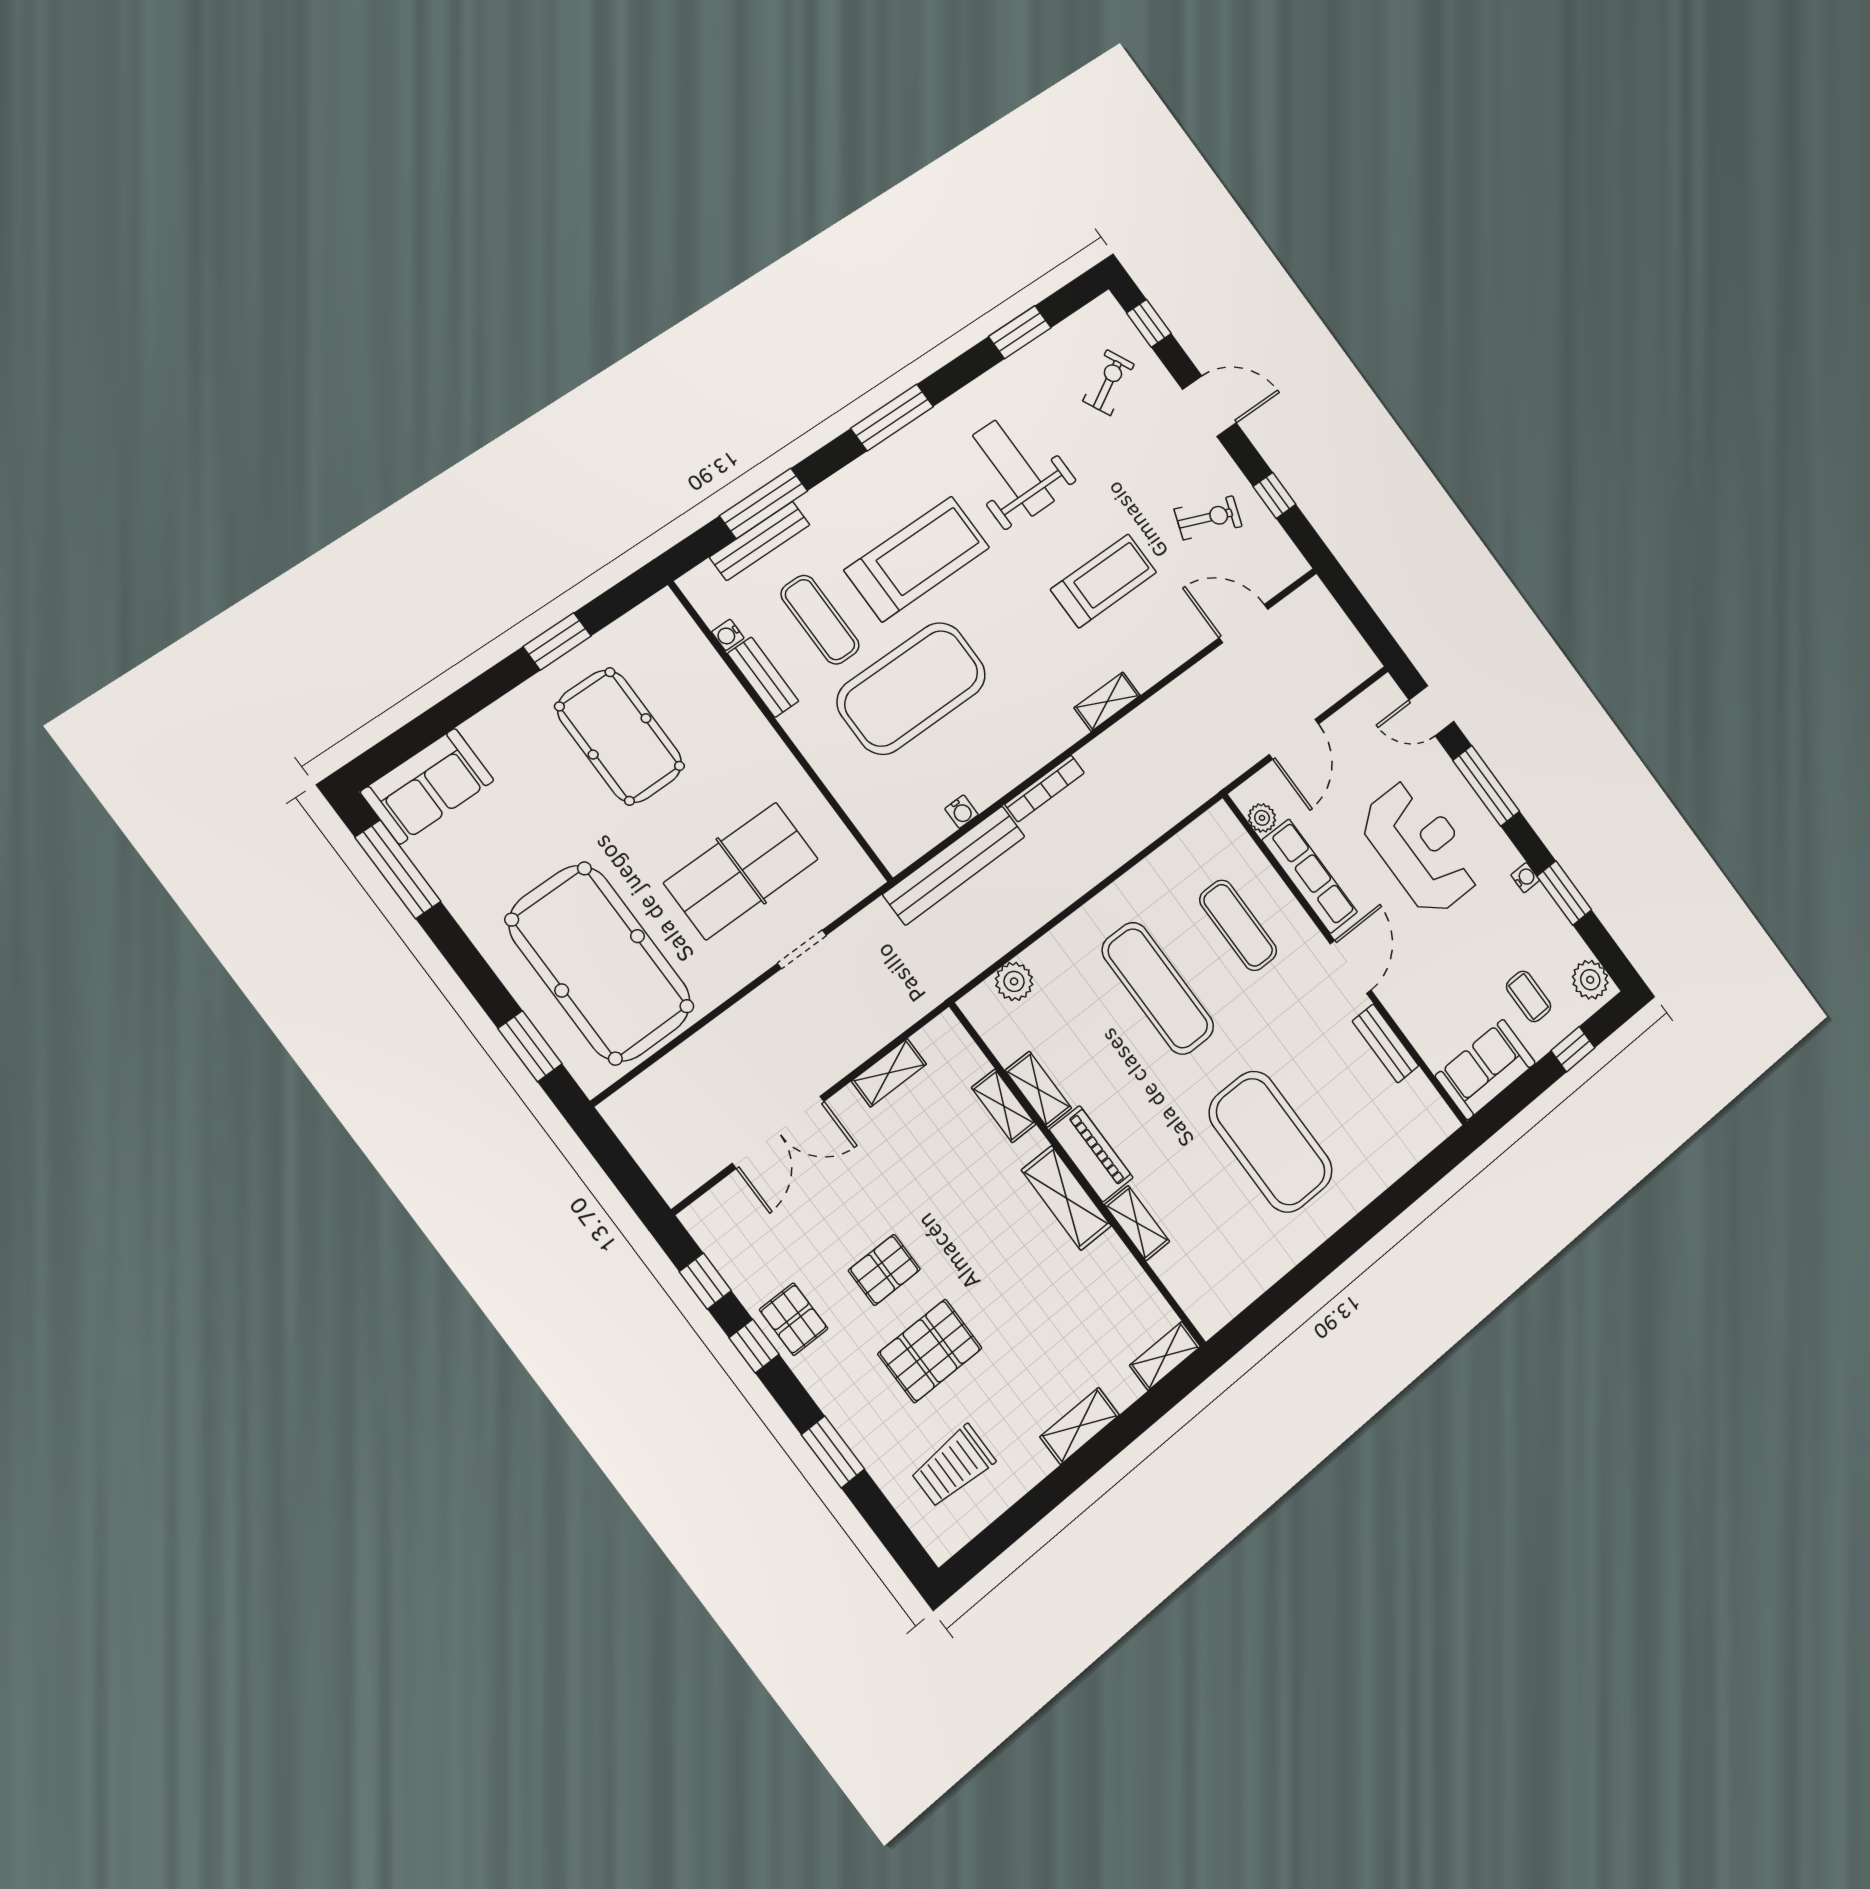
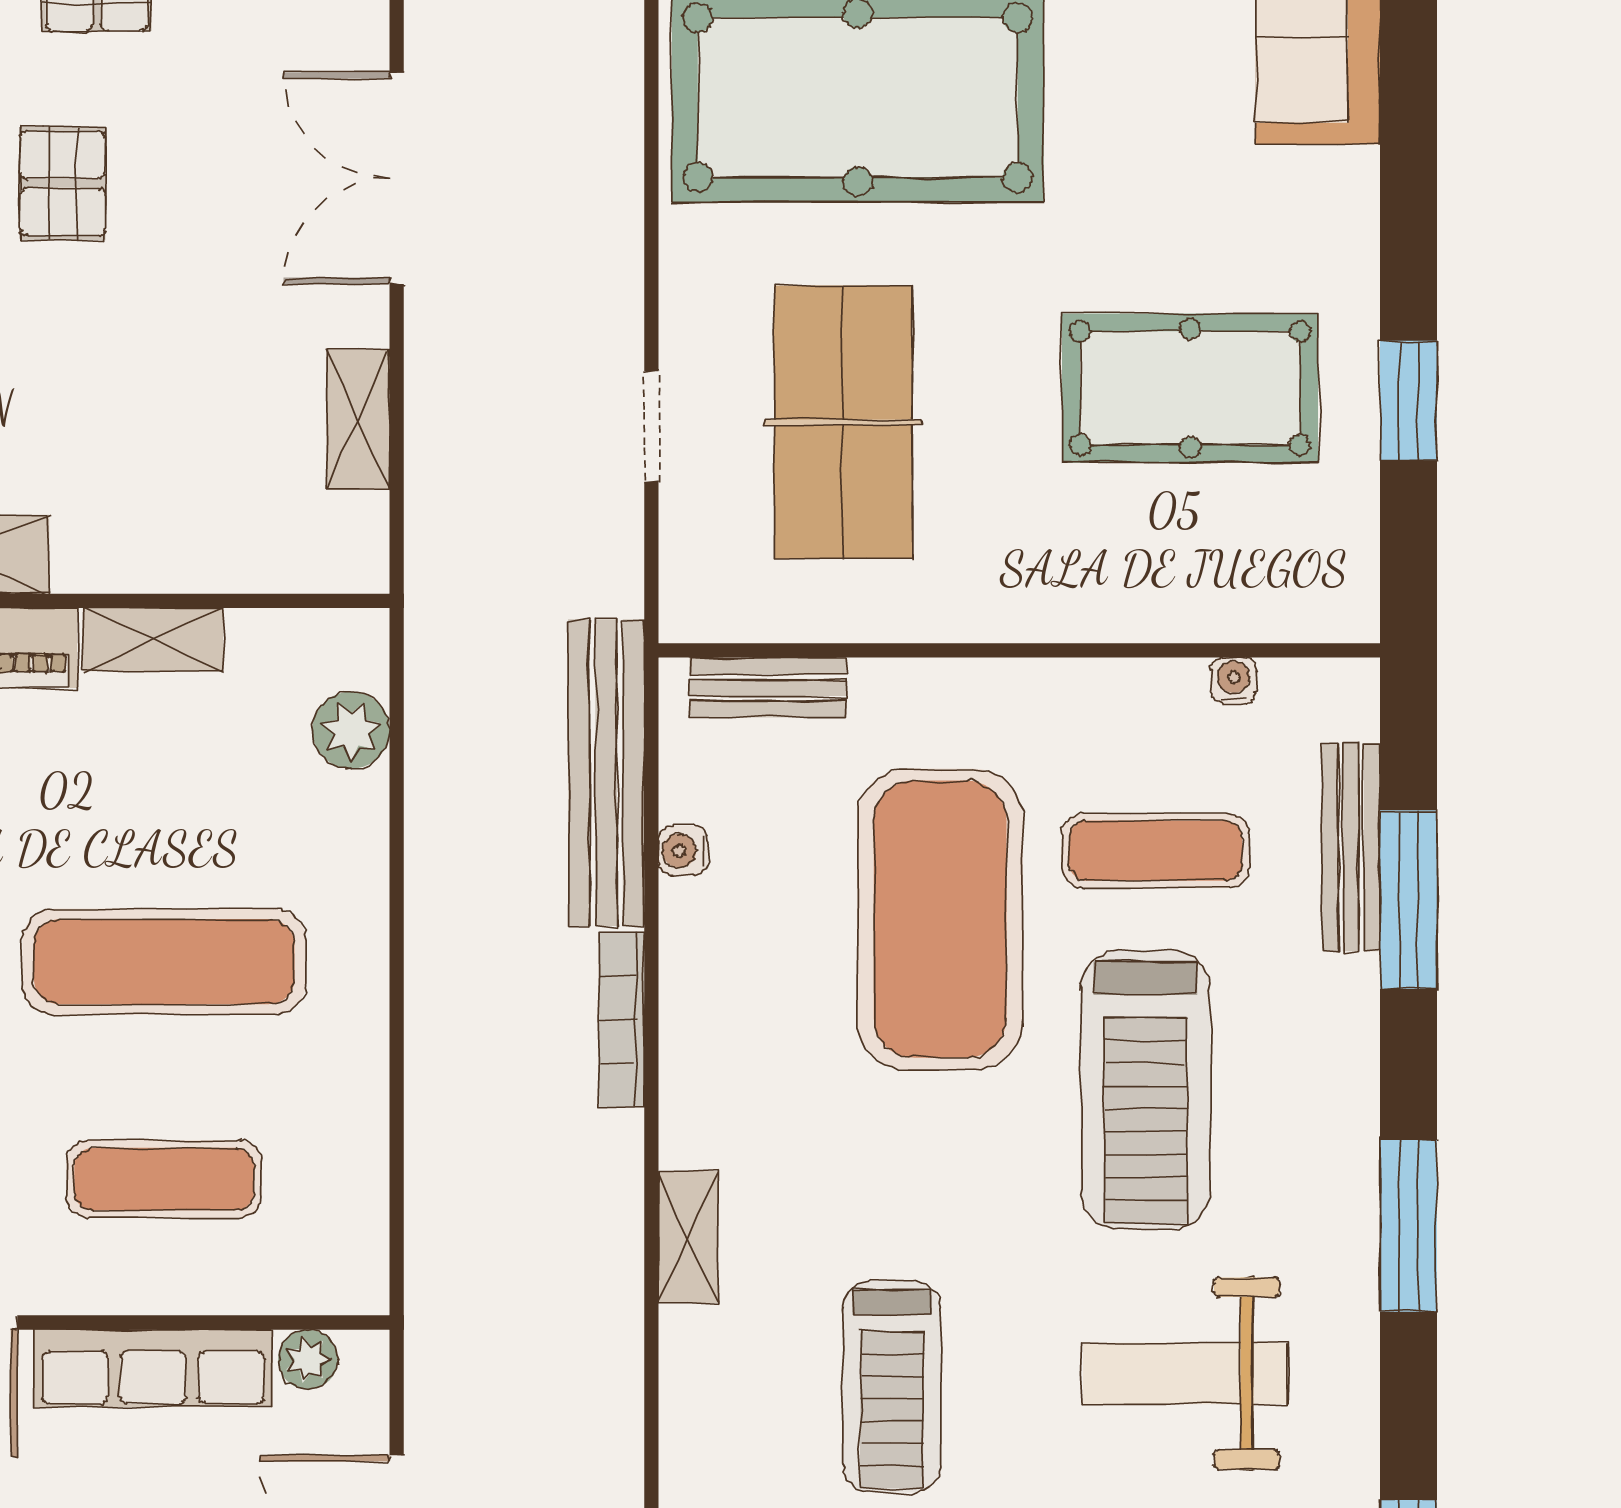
weight bench: (1014, 468) -> (1185, 1373), turned 180
bench: (763, 677) -> (768, 687), moved
shelving: (1004, 1106) -> (169, 563), removed

